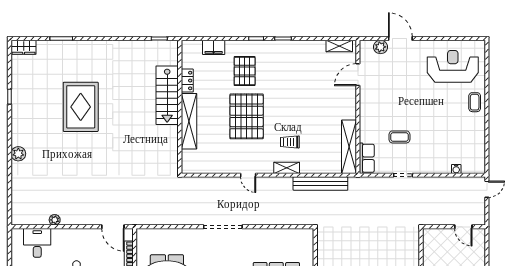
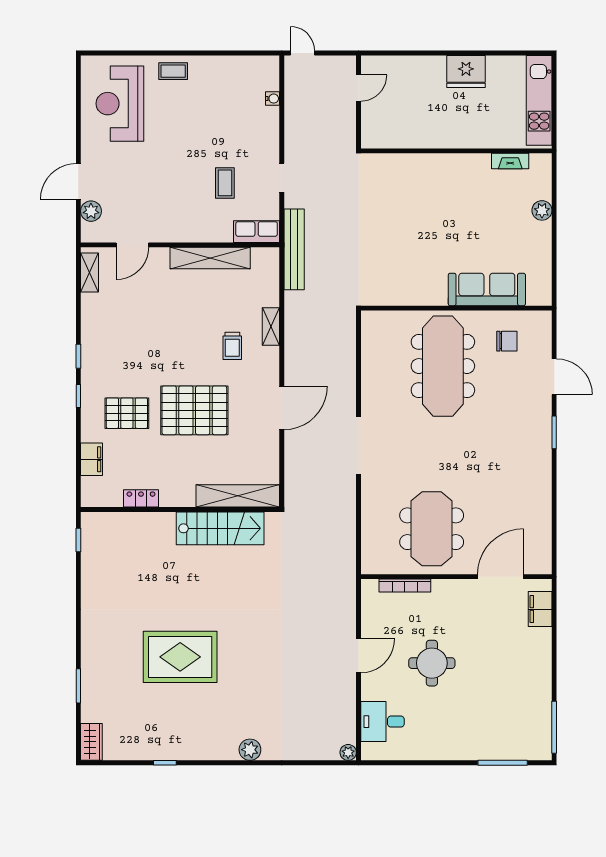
door: (358, 75) -> (132, 245), hinge flipped
stairs: (167, 95) -> (220, 528), moved
shelving: (189, 121) -> (238, 496), moved
shelving: (349, 147) -> (210, 258), moved
shelving: (287, 168) -> (271, 327), moved
door: (248, 175) -> (282, 408), width x1.88
bench: (320, 184) -> (294, 249), moved
plant: (55, 220) -> (348, 752), moved
door: (113, 227) -> (358, 656), moved

